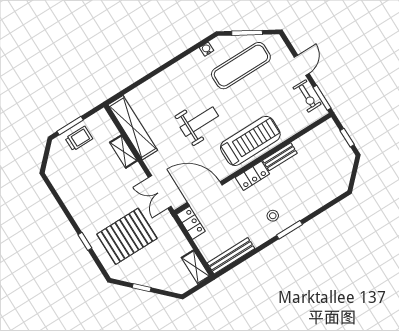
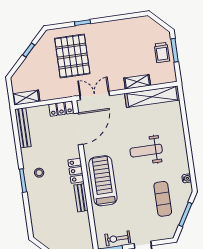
exercise mat: (241, 66) -> (163, 199), width x0.73, depth x0.69
weight bench: (199, 122) -> (146, 151), moved, turned 90
treadmill: (250, 141) -> (103, 181), turned 180

